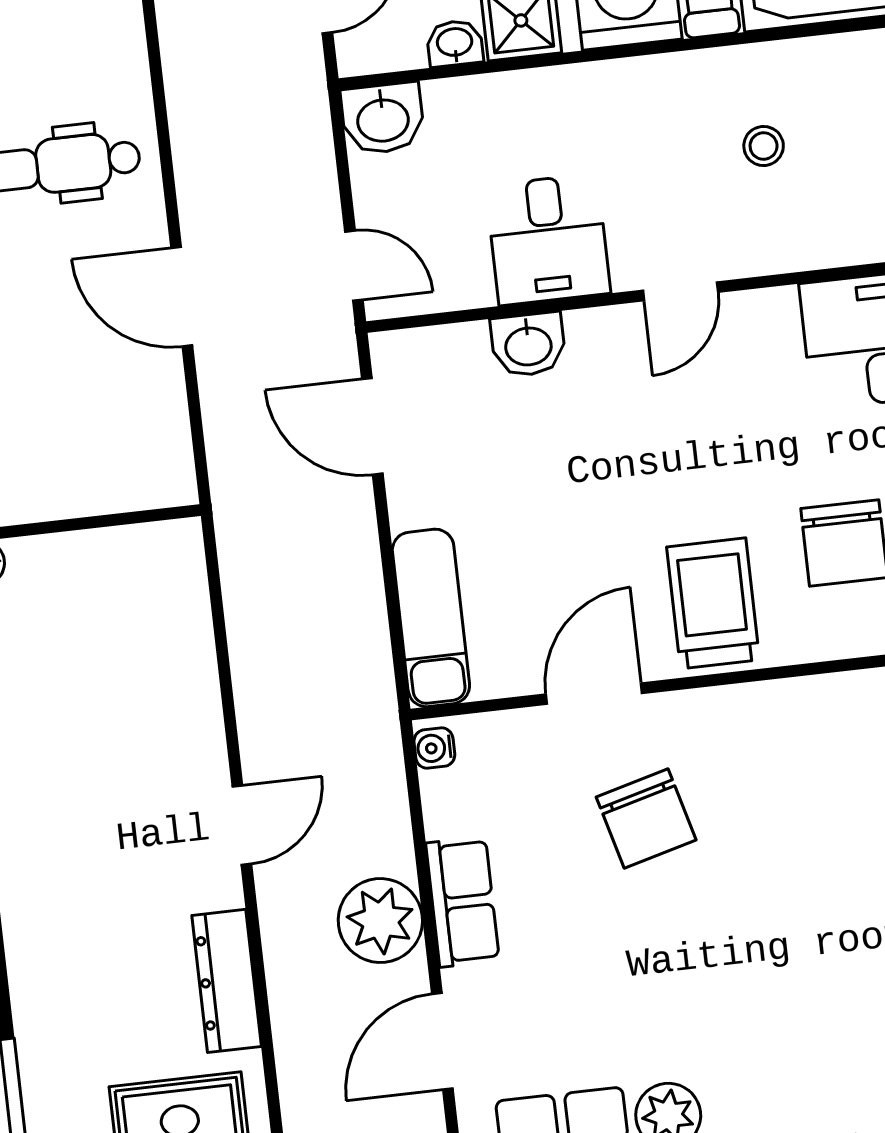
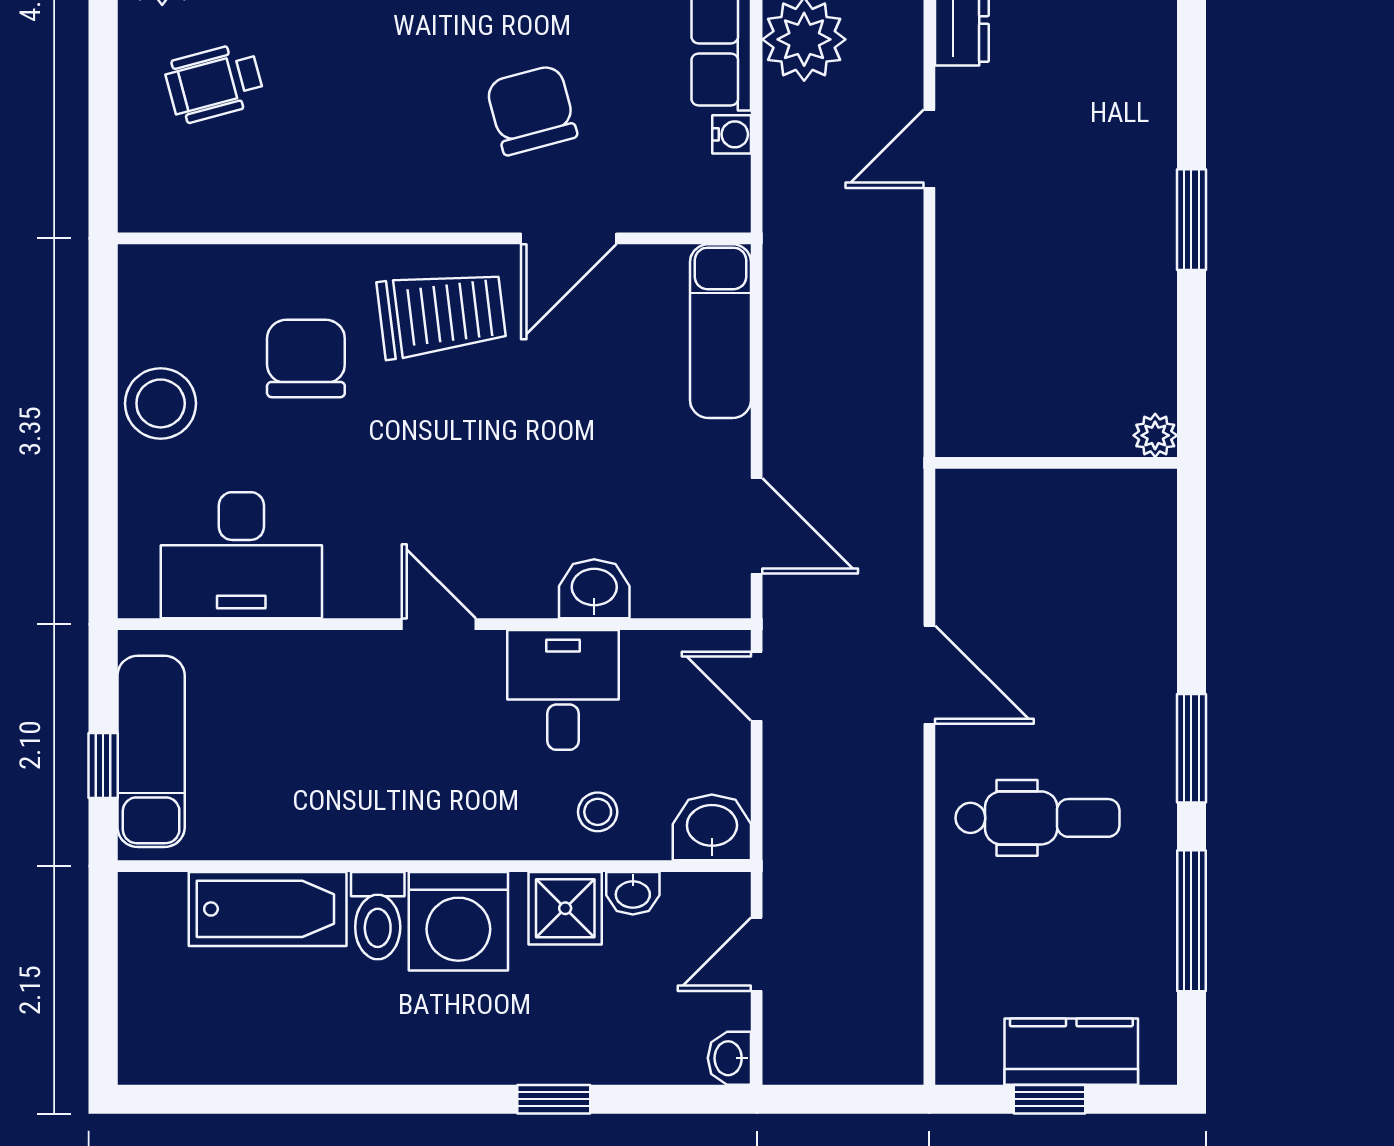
stool: (764, 146) -> (598, 812), moved
door: (680, 291) -> (439, 624), hinge flipped
trolley: (713, 603) -> (442, 314), turned -97
water cooler: (434, 748) -> (732, 134), moved

